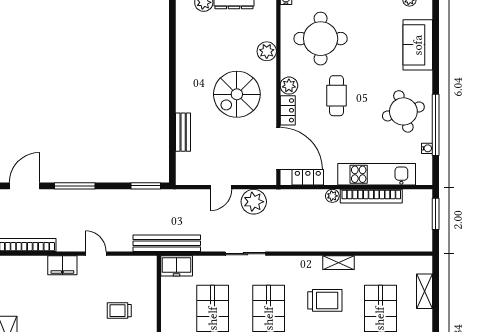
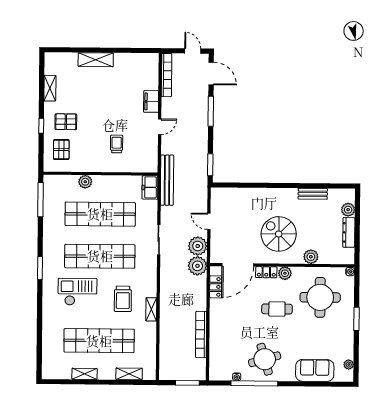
bench: (183, 132) -> (313, 194), moved
kitchen unit: (377, 174) -> (218, 339), removed
plant: (332, 196) -> (197, 266), moved, width x1.87, depth x1.87

